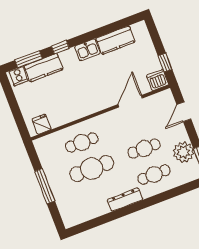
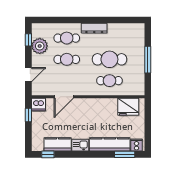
window: (60, 47) -> (48, 154), moved
kitchen counter: (43, 68) -> (110, 144), width x1.50
fridge: (42, 124) -> (128, 107), width x1.88, depth x1.34

